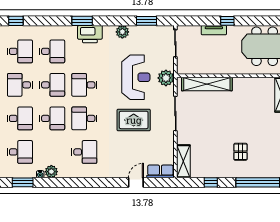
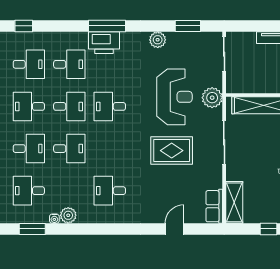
window: (82, 21) -> (107, 26), width x1.44
printer: (90, 34) -> (104, 43), moved
desk: (84, 118) -> (110, 149), removed
desk: (20, 152) -> (29, 191), turned 180
desk: (84, 152) -> (110, 191), turned 180
row of seats: (160, 171) -> (214, 206), moved, turned -90

